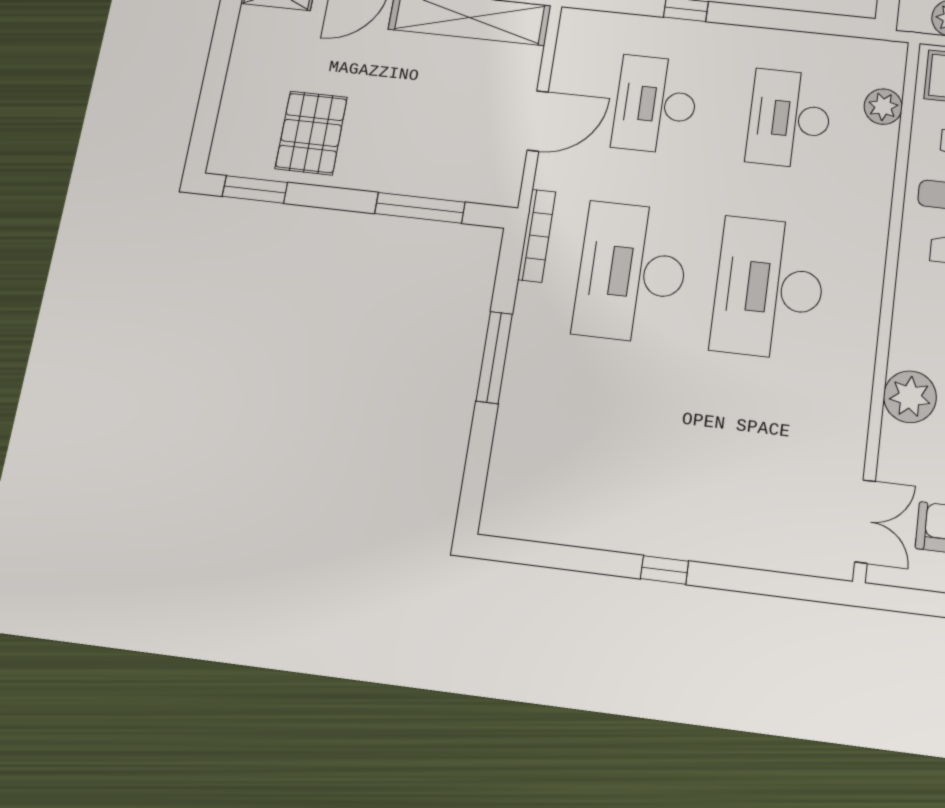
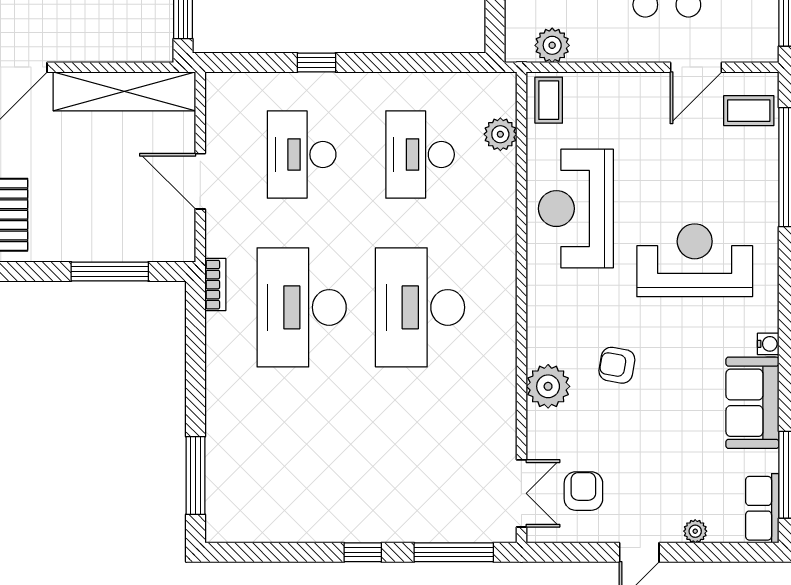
door: (538, 121) -> (200, 181), swing flipped
bookcase: (537, 236) -> (215, 285), width x0.64
window: (494, 357) -> (196, 476), moved
window: (775, 584) -> (454, 552), added

